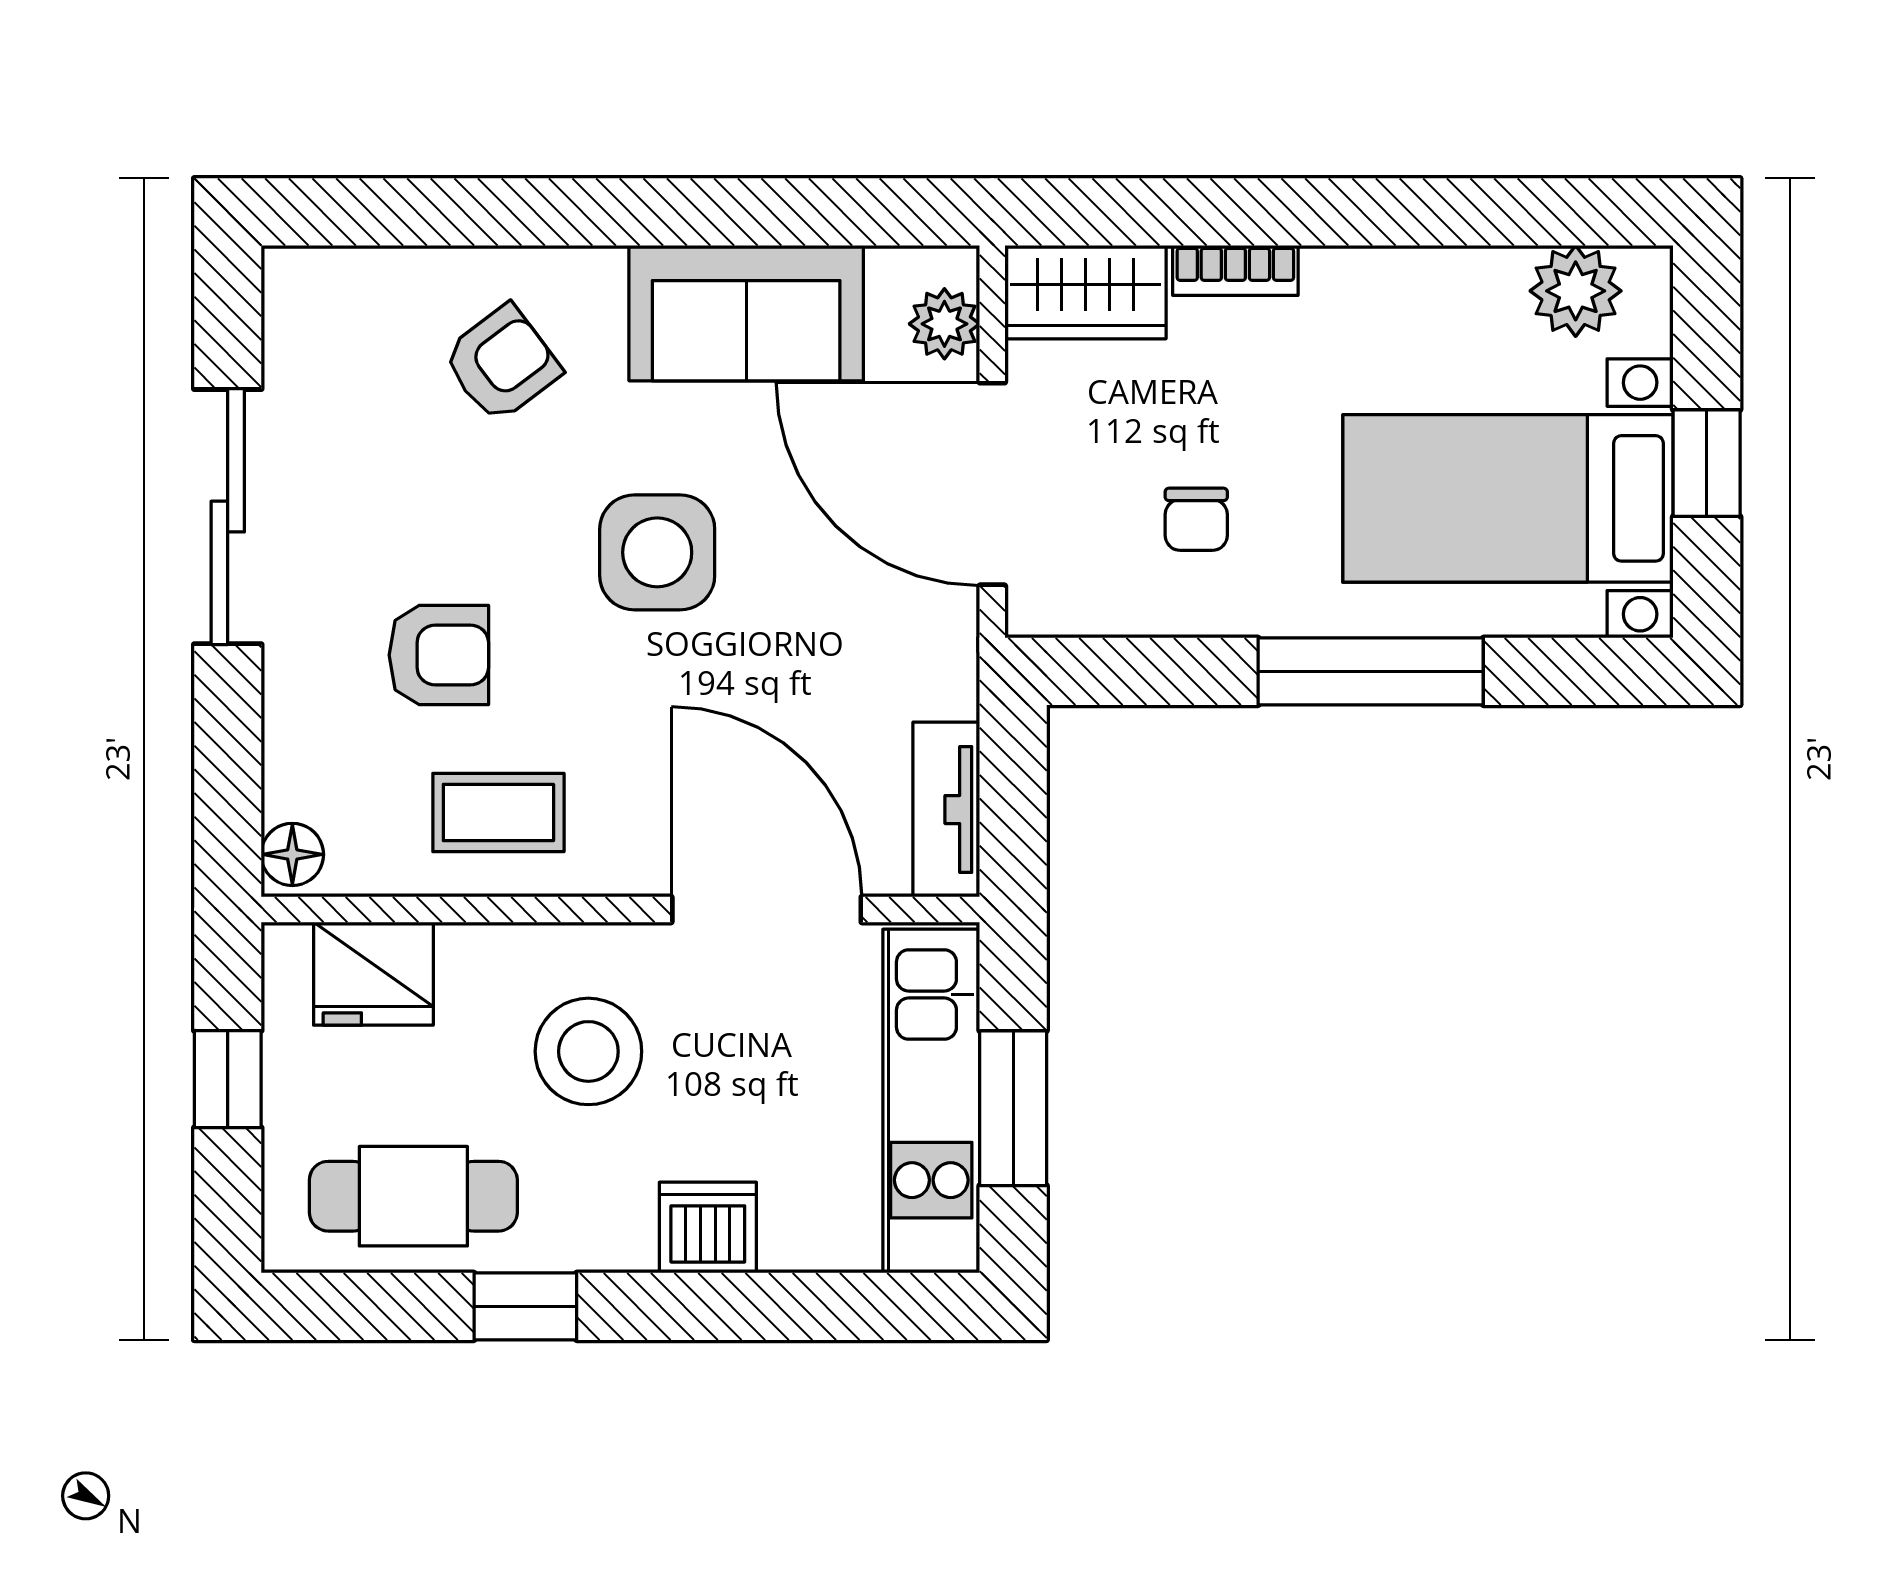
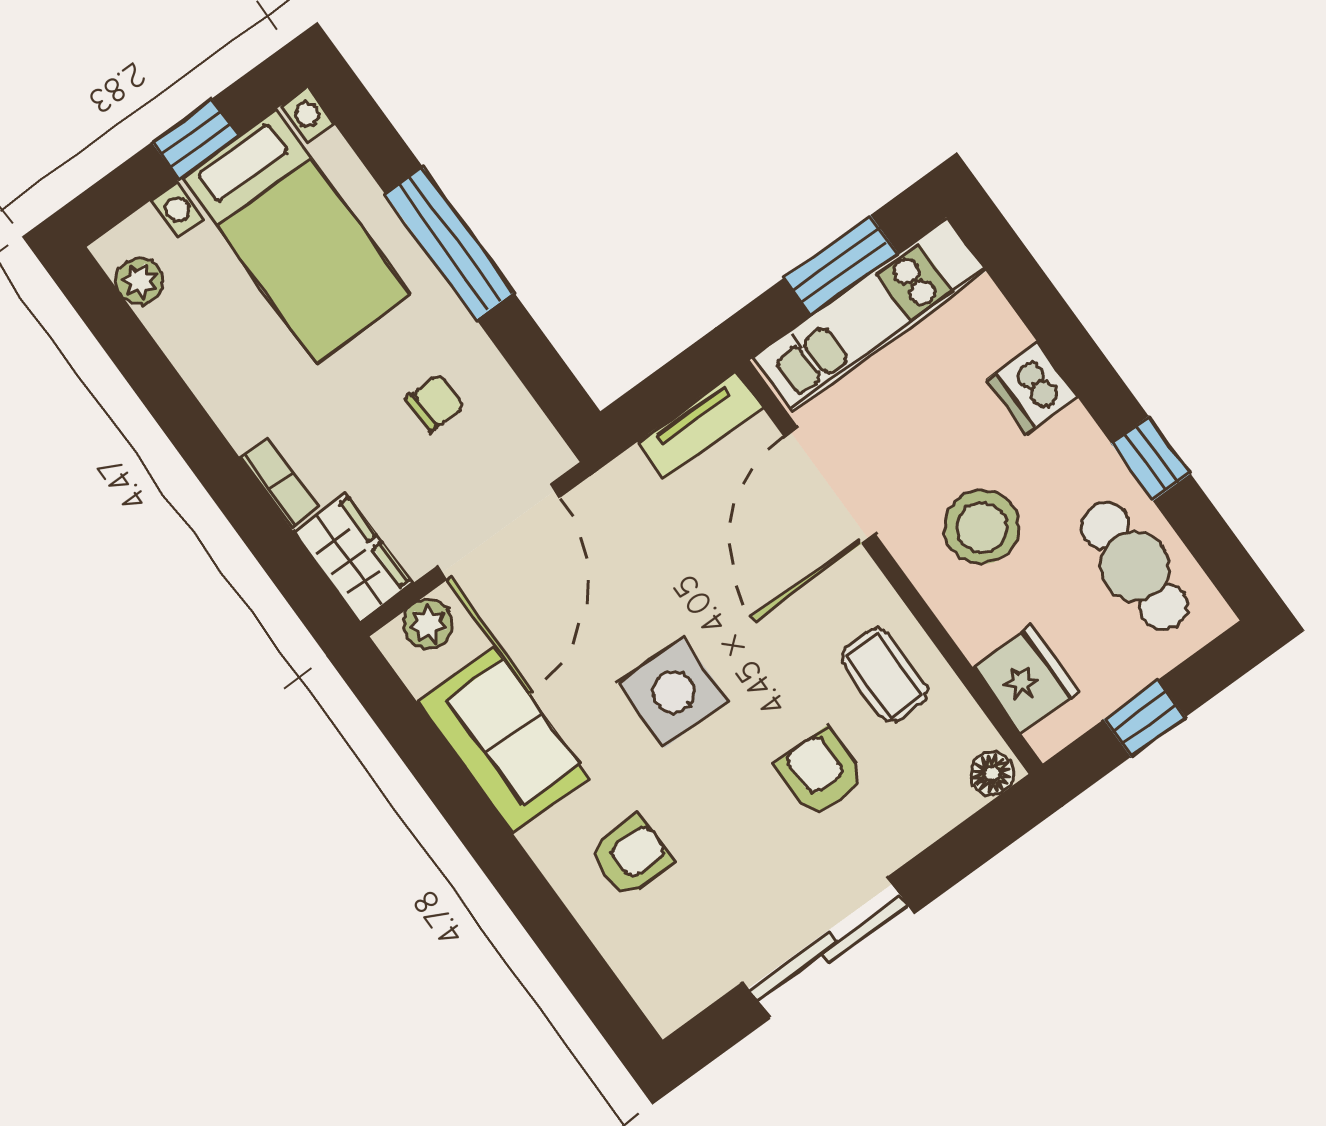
plant: (1576, 291) -> (140, 281), width x0.73, depth x0.73
armchair: (502, 363) -> (631, 856), turned 127

